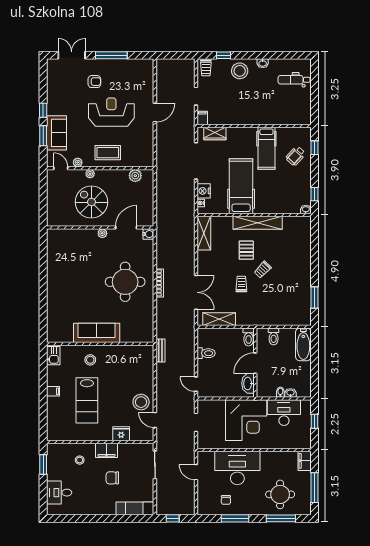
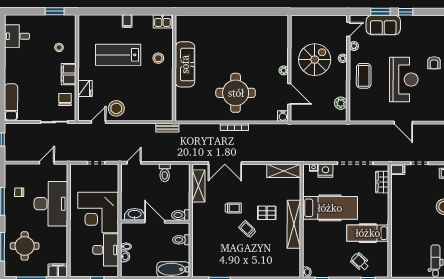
chair: (112, 478) -> (65, 100), moved
desk: (59, 493) -> (17, 36), moved, turned -90

